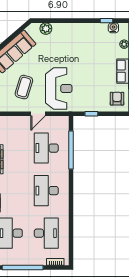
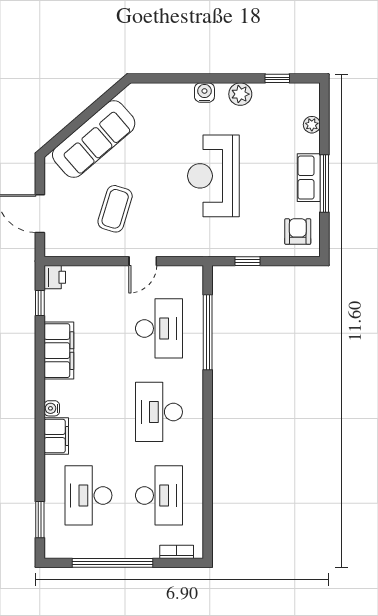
water cooler: (113, 28) -> (204, 93), moved
plant: (46, 29) -> (240, 94), moved
reception desk: (59, 89) -> (213, 176), moved, turned 180
desk: (46, 148) -> (159, 328), turned 180

